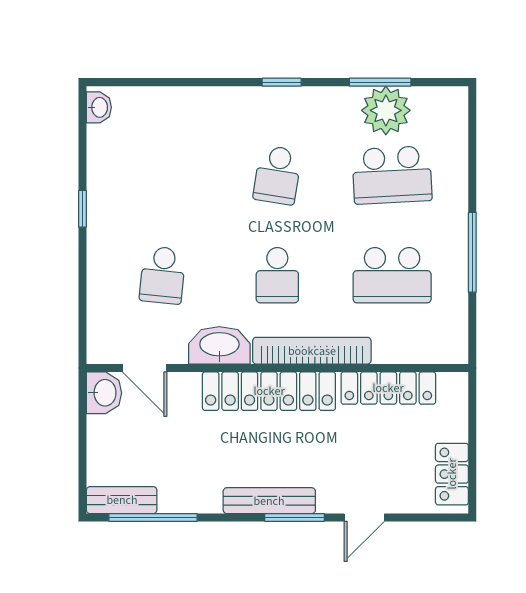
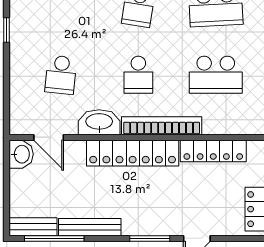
bench: (269, 501) -> (90, 227), moved

